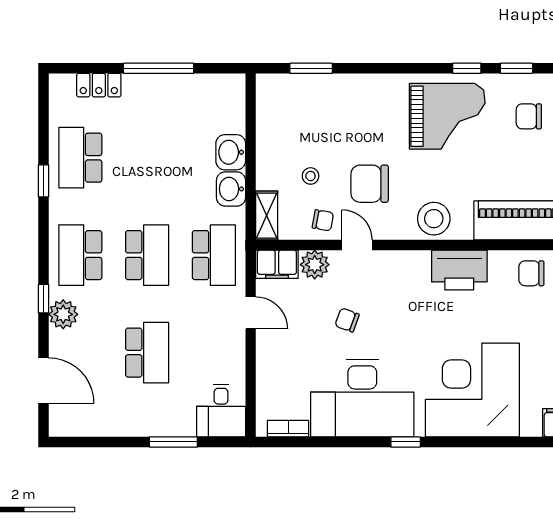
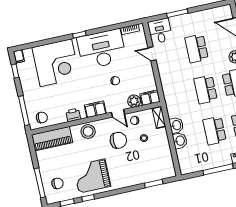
school desk: (214, 255) -> (215, 131), moved
filing cabinet: (407, 265) -> (95, 109), added
printer: (459, 270) -> (73, 115), width x0.53, depth x0.68
door: (251, 313) -> (152, 54), moved

